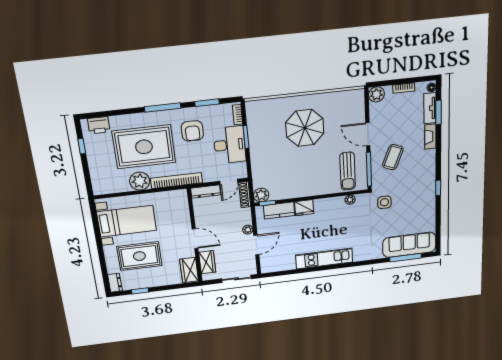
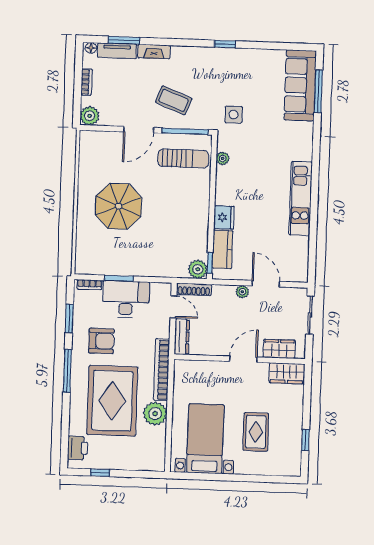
rug: (139, 256) -> (256, 432), width x0.73, depth x0.70
dresser: (115, 283) -> (288, 469), removed

